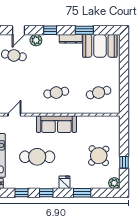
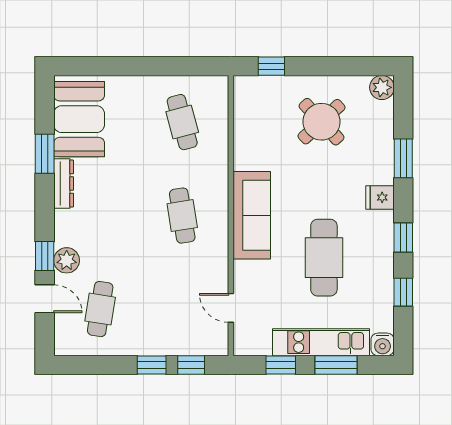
window: (50, 30) -> (45, 256), moved
window: (124, 162) -> (271, 66), moved

